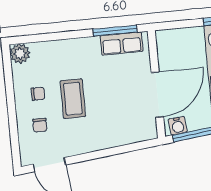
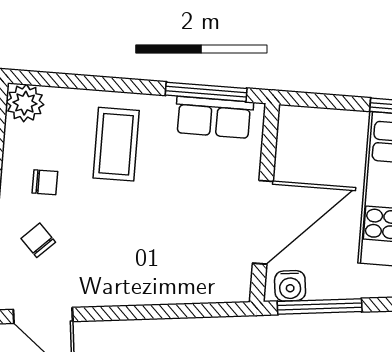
coffee table: (73, 99) -> (116, 144), moved
chair: (40, 125) -> (38, 240), turned 136

